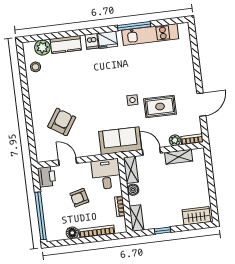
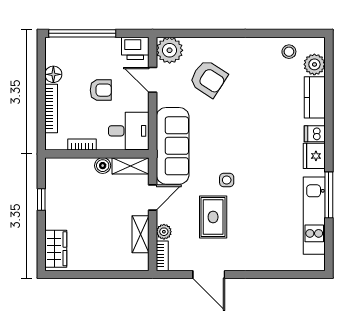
sofa: (120, 141) -> (173, 146), width x1.36
plant: (45, 152) -> (170, 50), added
door: (68, 162) -> (153, 80), swing flipped
armchair: (79, 198) -> (101, 90), turned 104
shelving: (137, 218) -> (63, 166), removed

